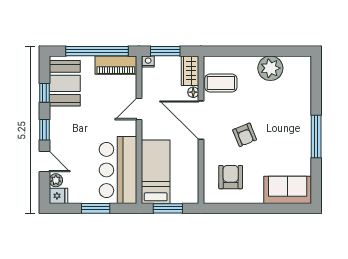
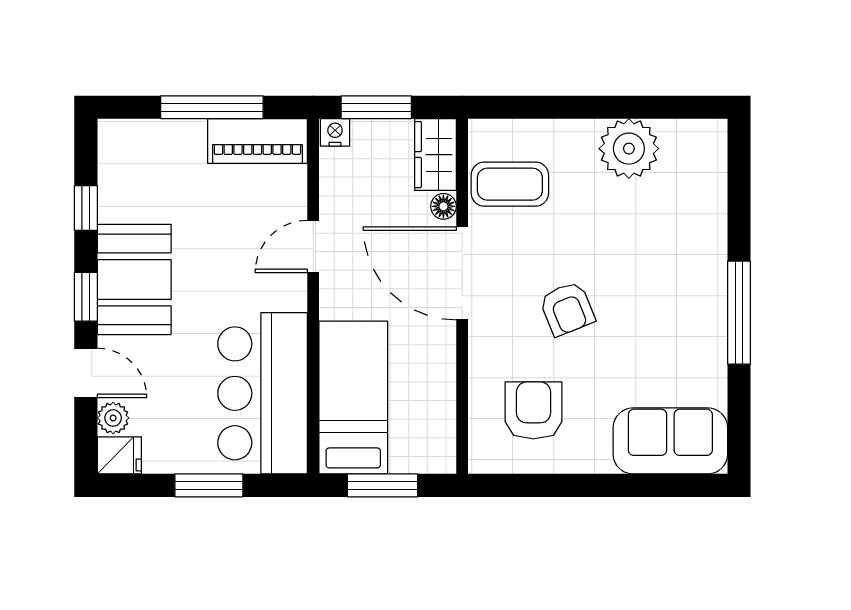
window: (97, 51) -> (212, 107), width x0.68
booth: (65, 83) -> (134, 279), moved

